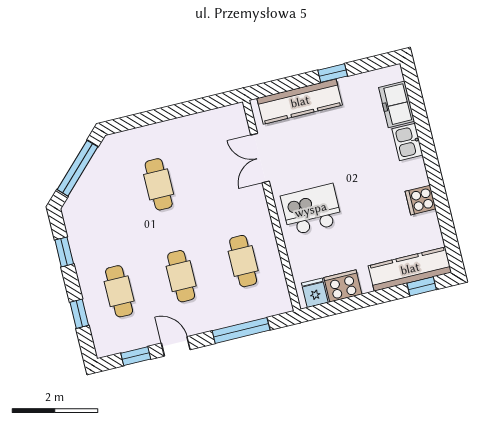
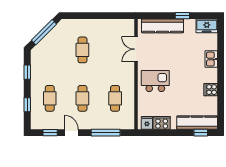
freezer: (397, 104) -> (207, 26), moved, turned -90

